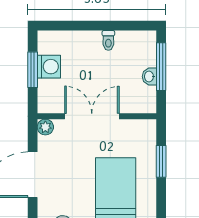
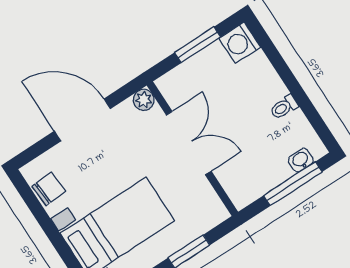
washing machine: (49, 67) -> (240, 43), moved, turned 90
washbasin: (149, 76) -> (301, 160), moved

